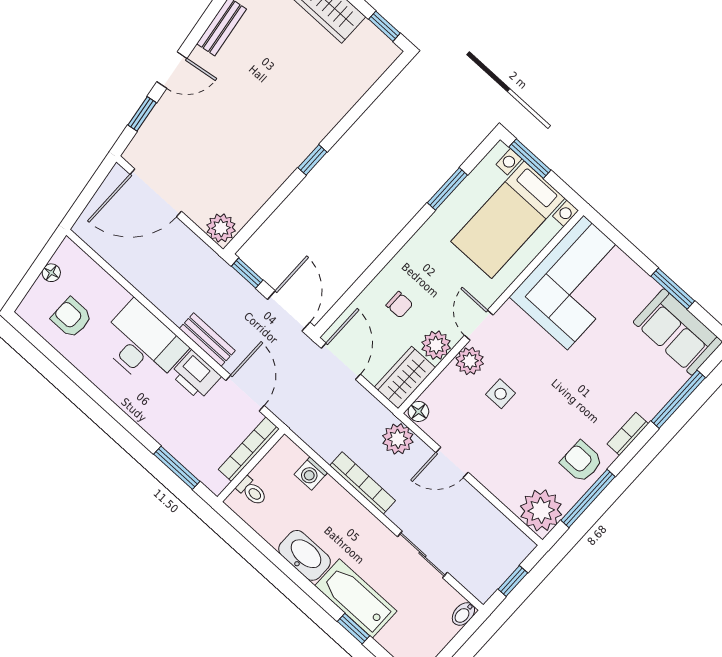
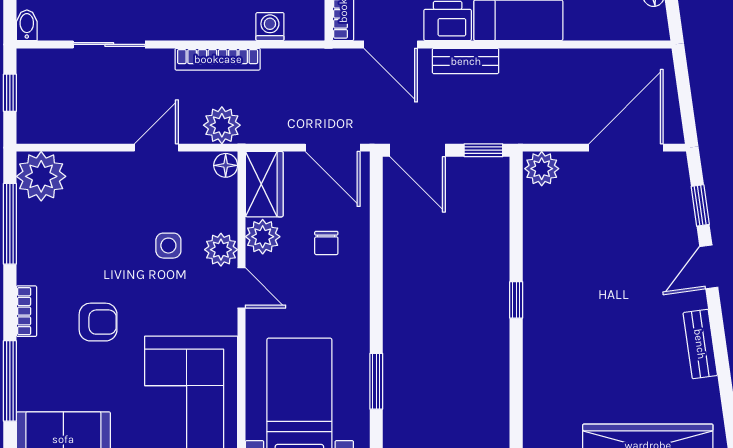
chair: (399, 305) -> (326, 243), turned -90
armchair: (581, 462) -> (98, 322), moved

